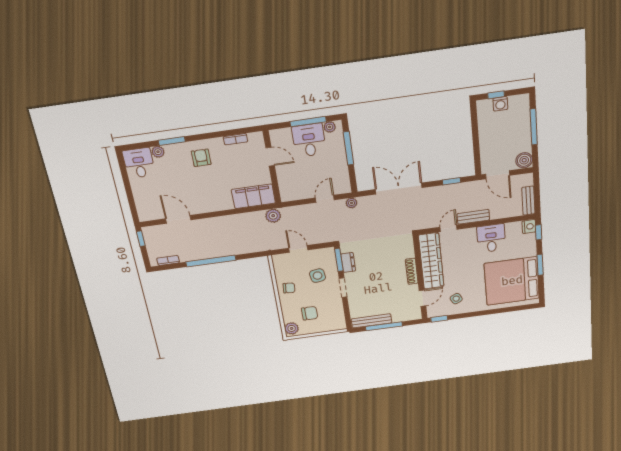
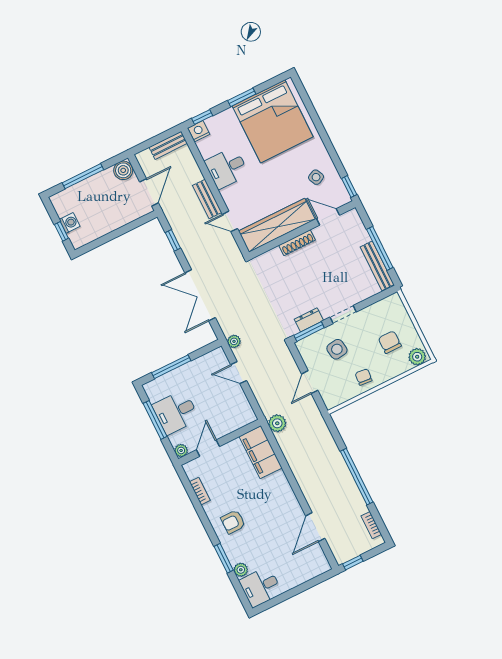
plant: (330, 127) -> (181, 450), moved

